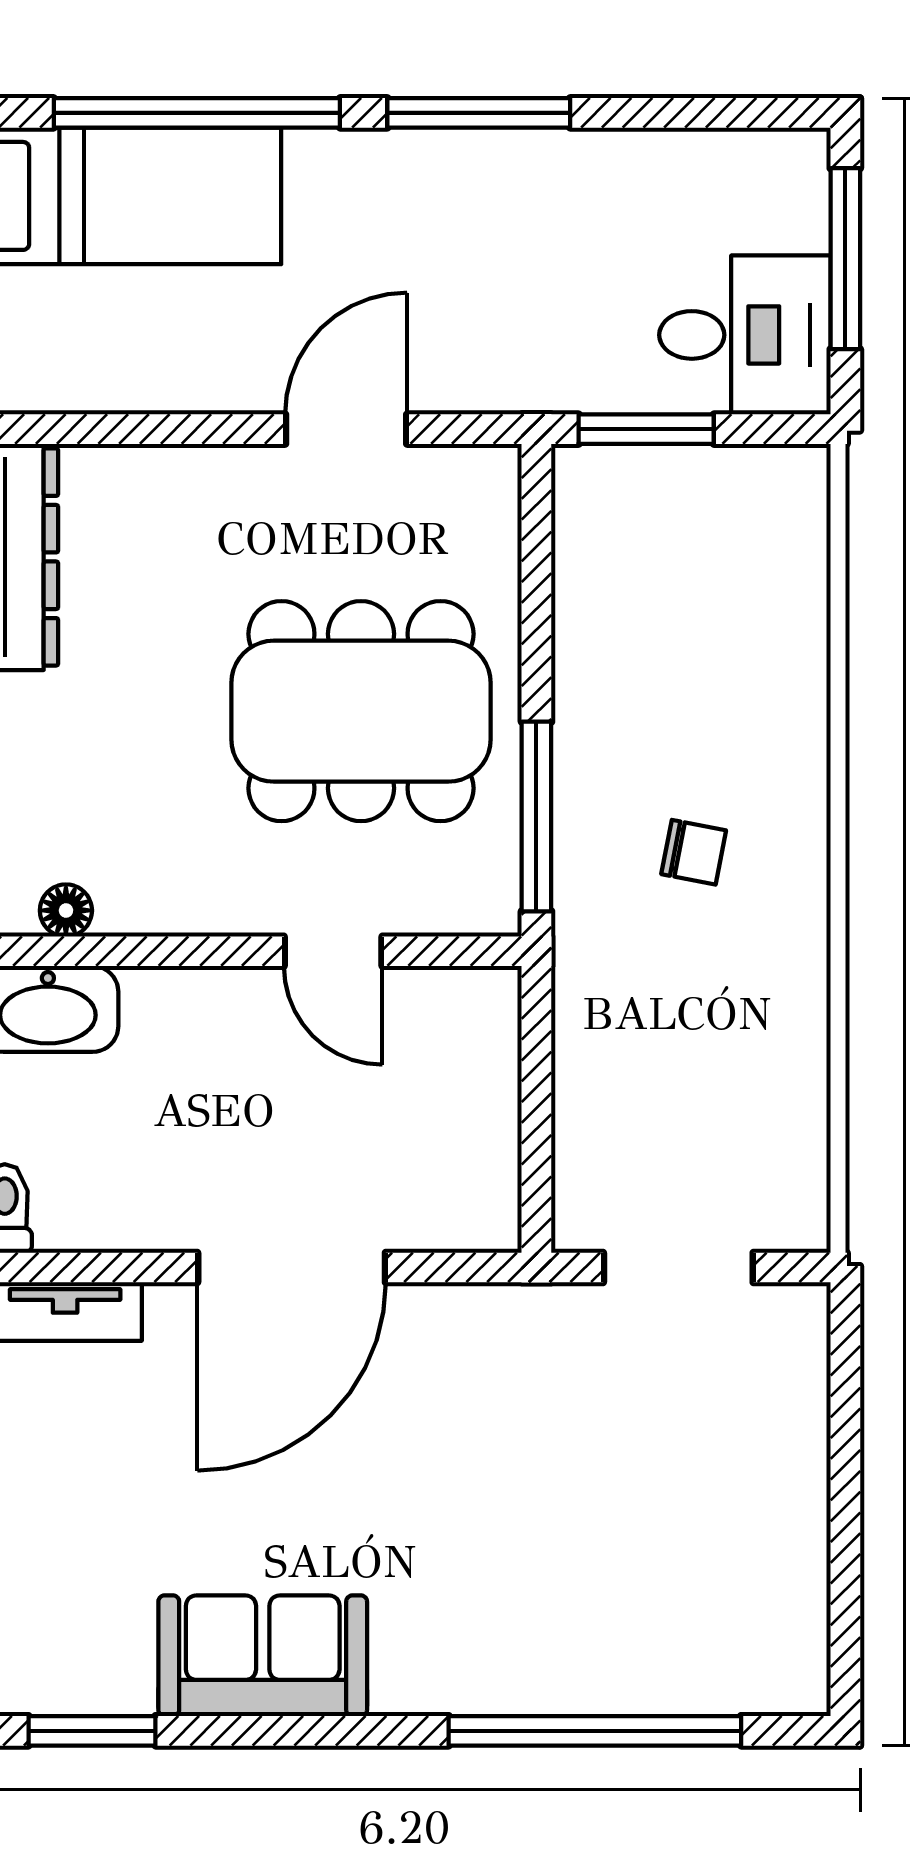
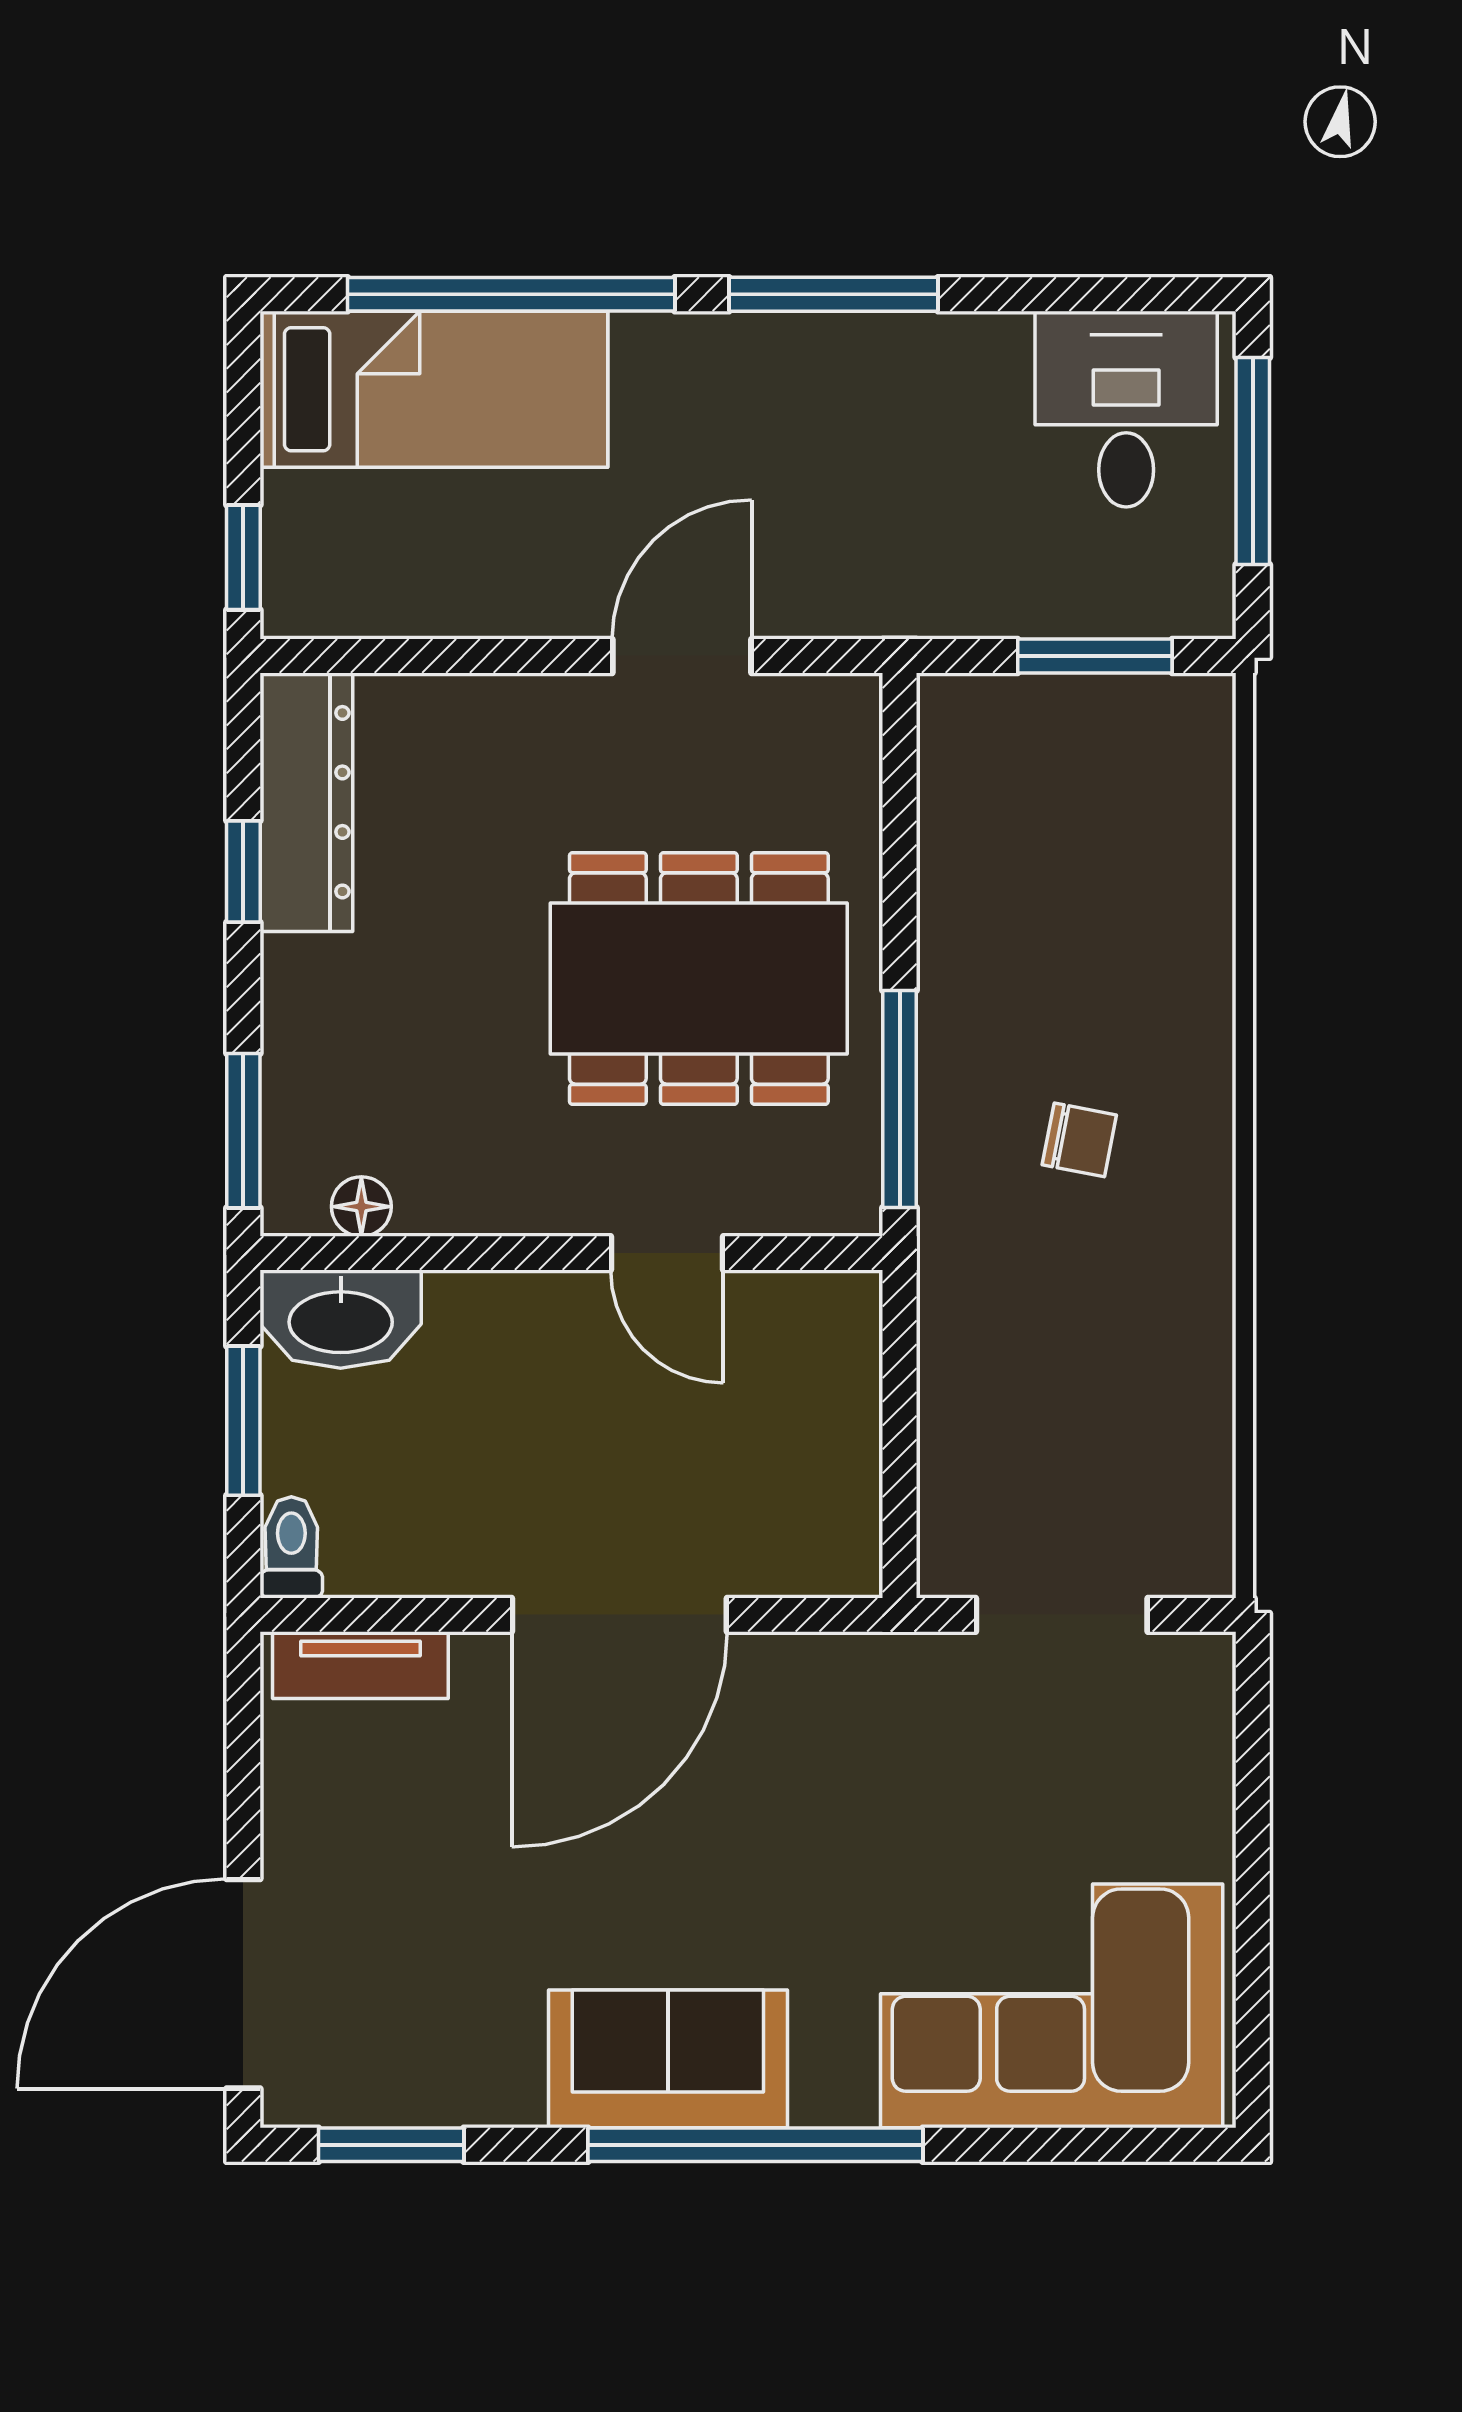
desk: (745, 335) -> (1126, 409), moved, turned -90
window: (646, 429) -> (1095, 656), moved
corner sofa: (670, 1609) -> (1052, 2006), added
sofa: (263, 1656) -> (668, 2059), moved
window: (595, 1731) -> (755, 2145), moved

